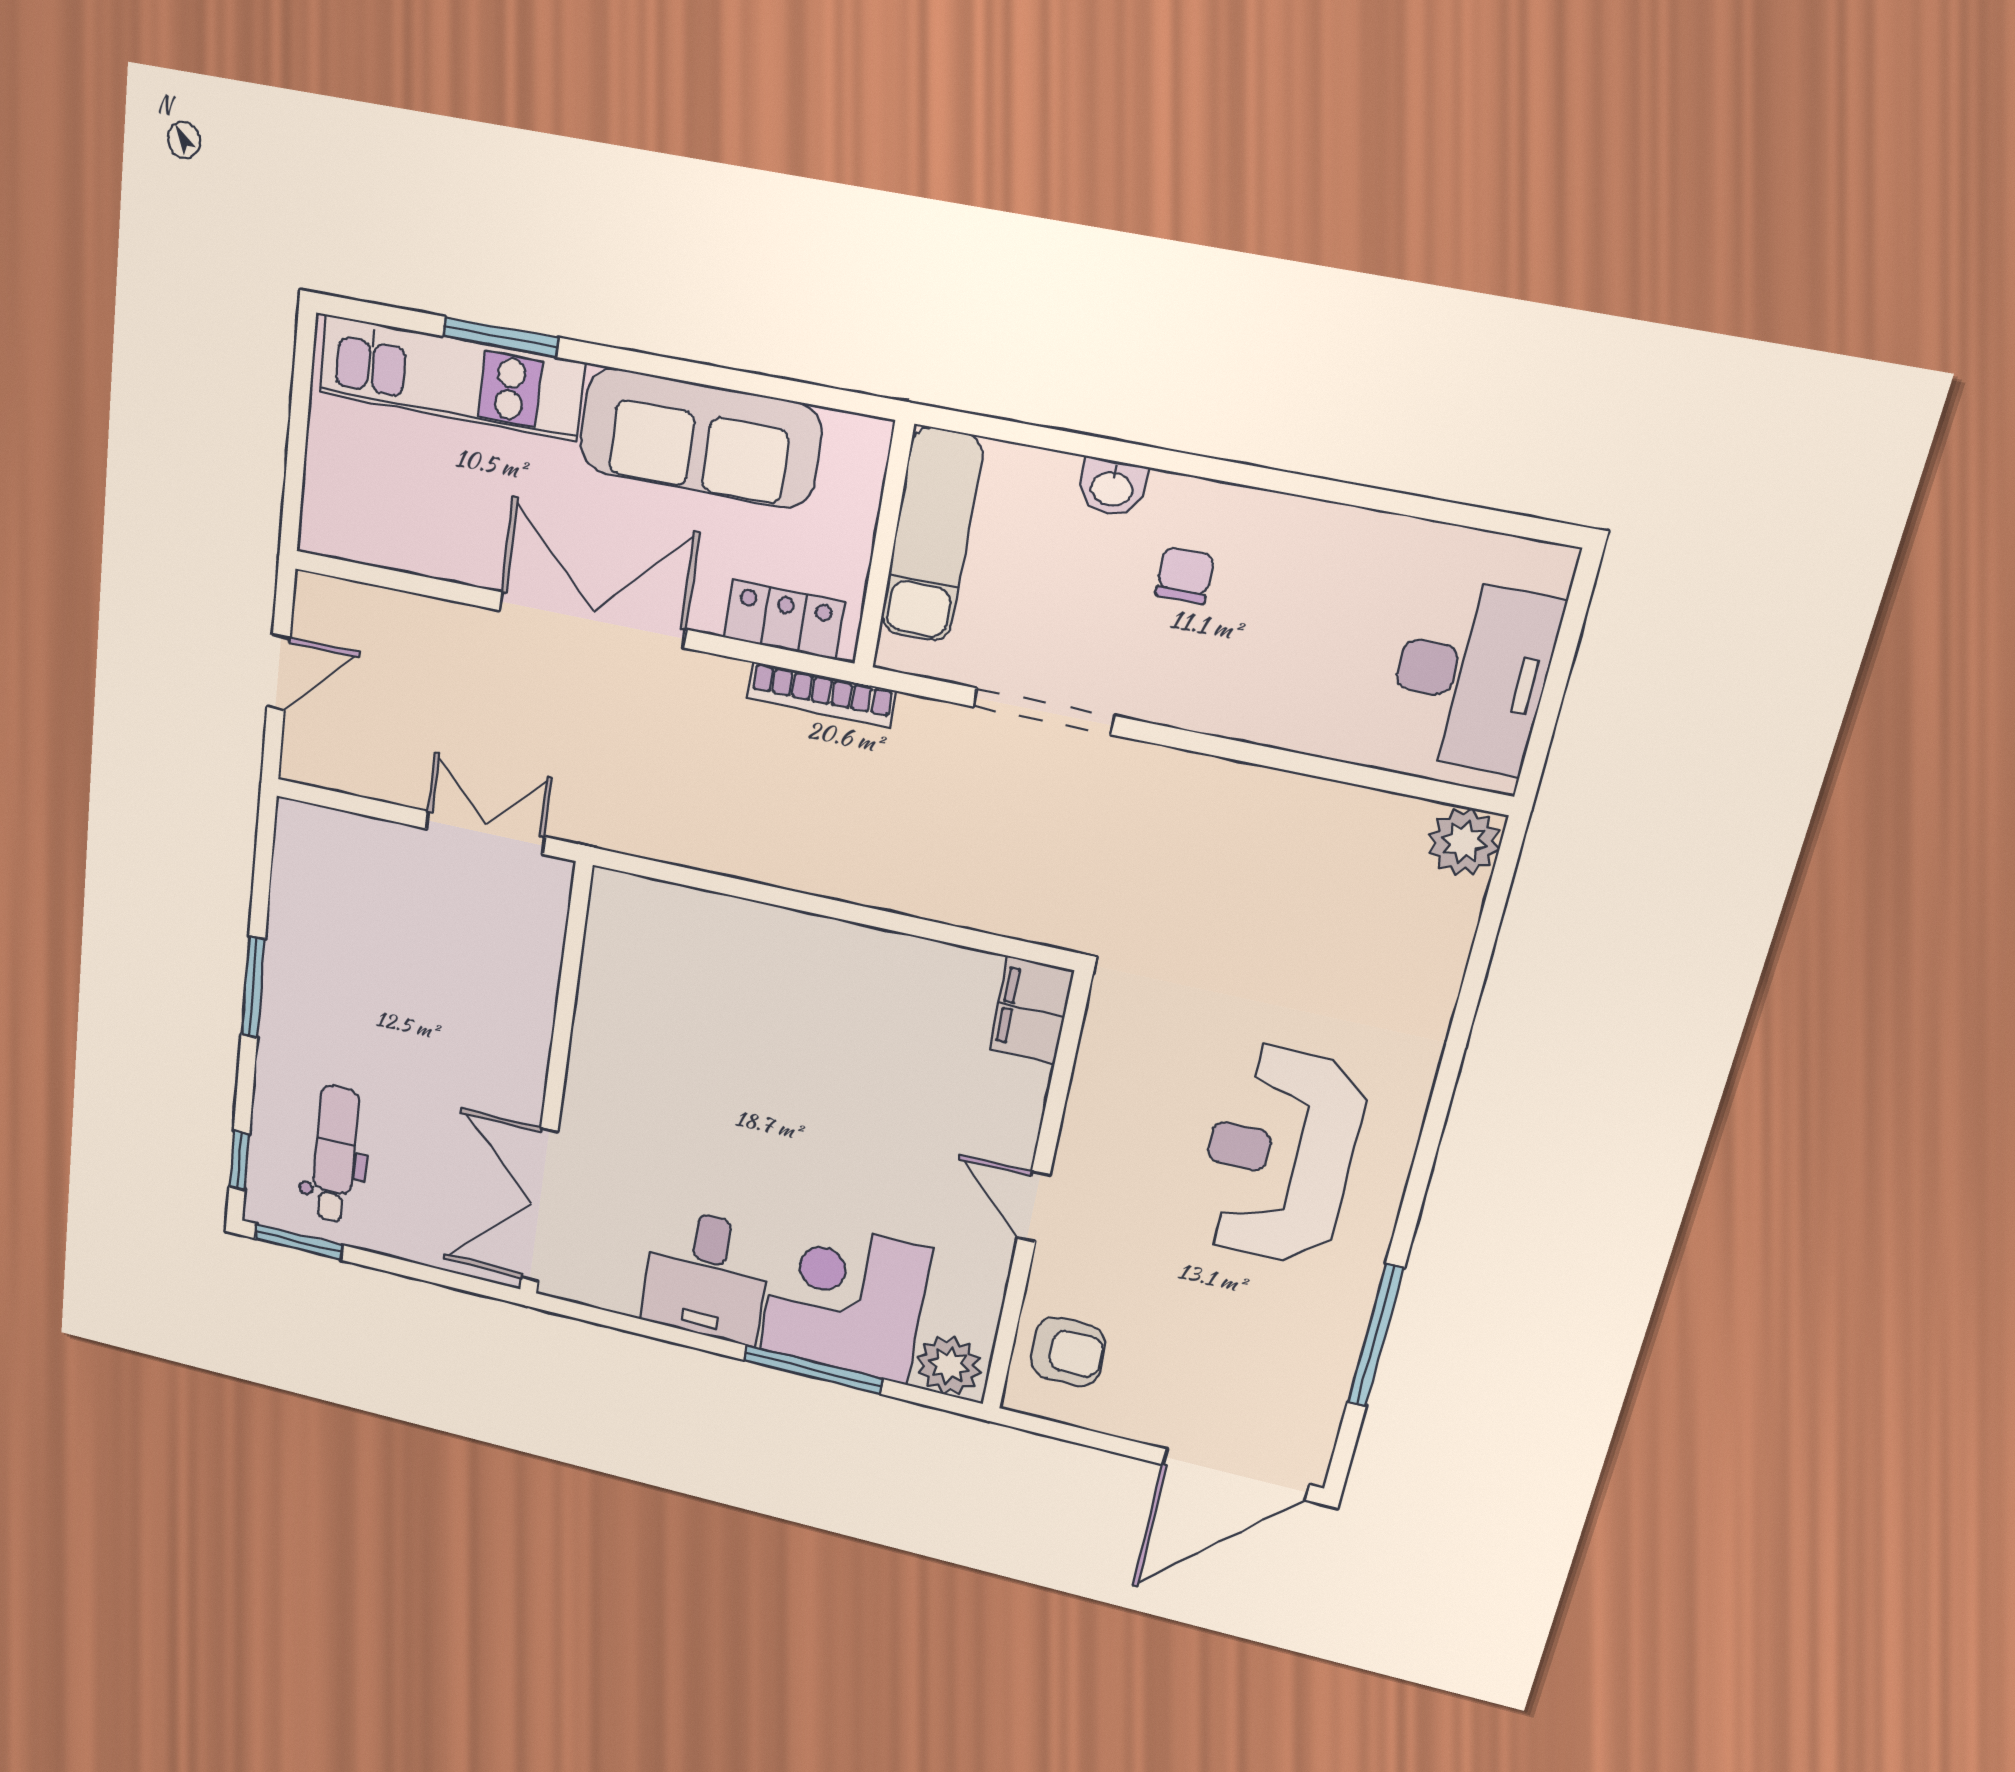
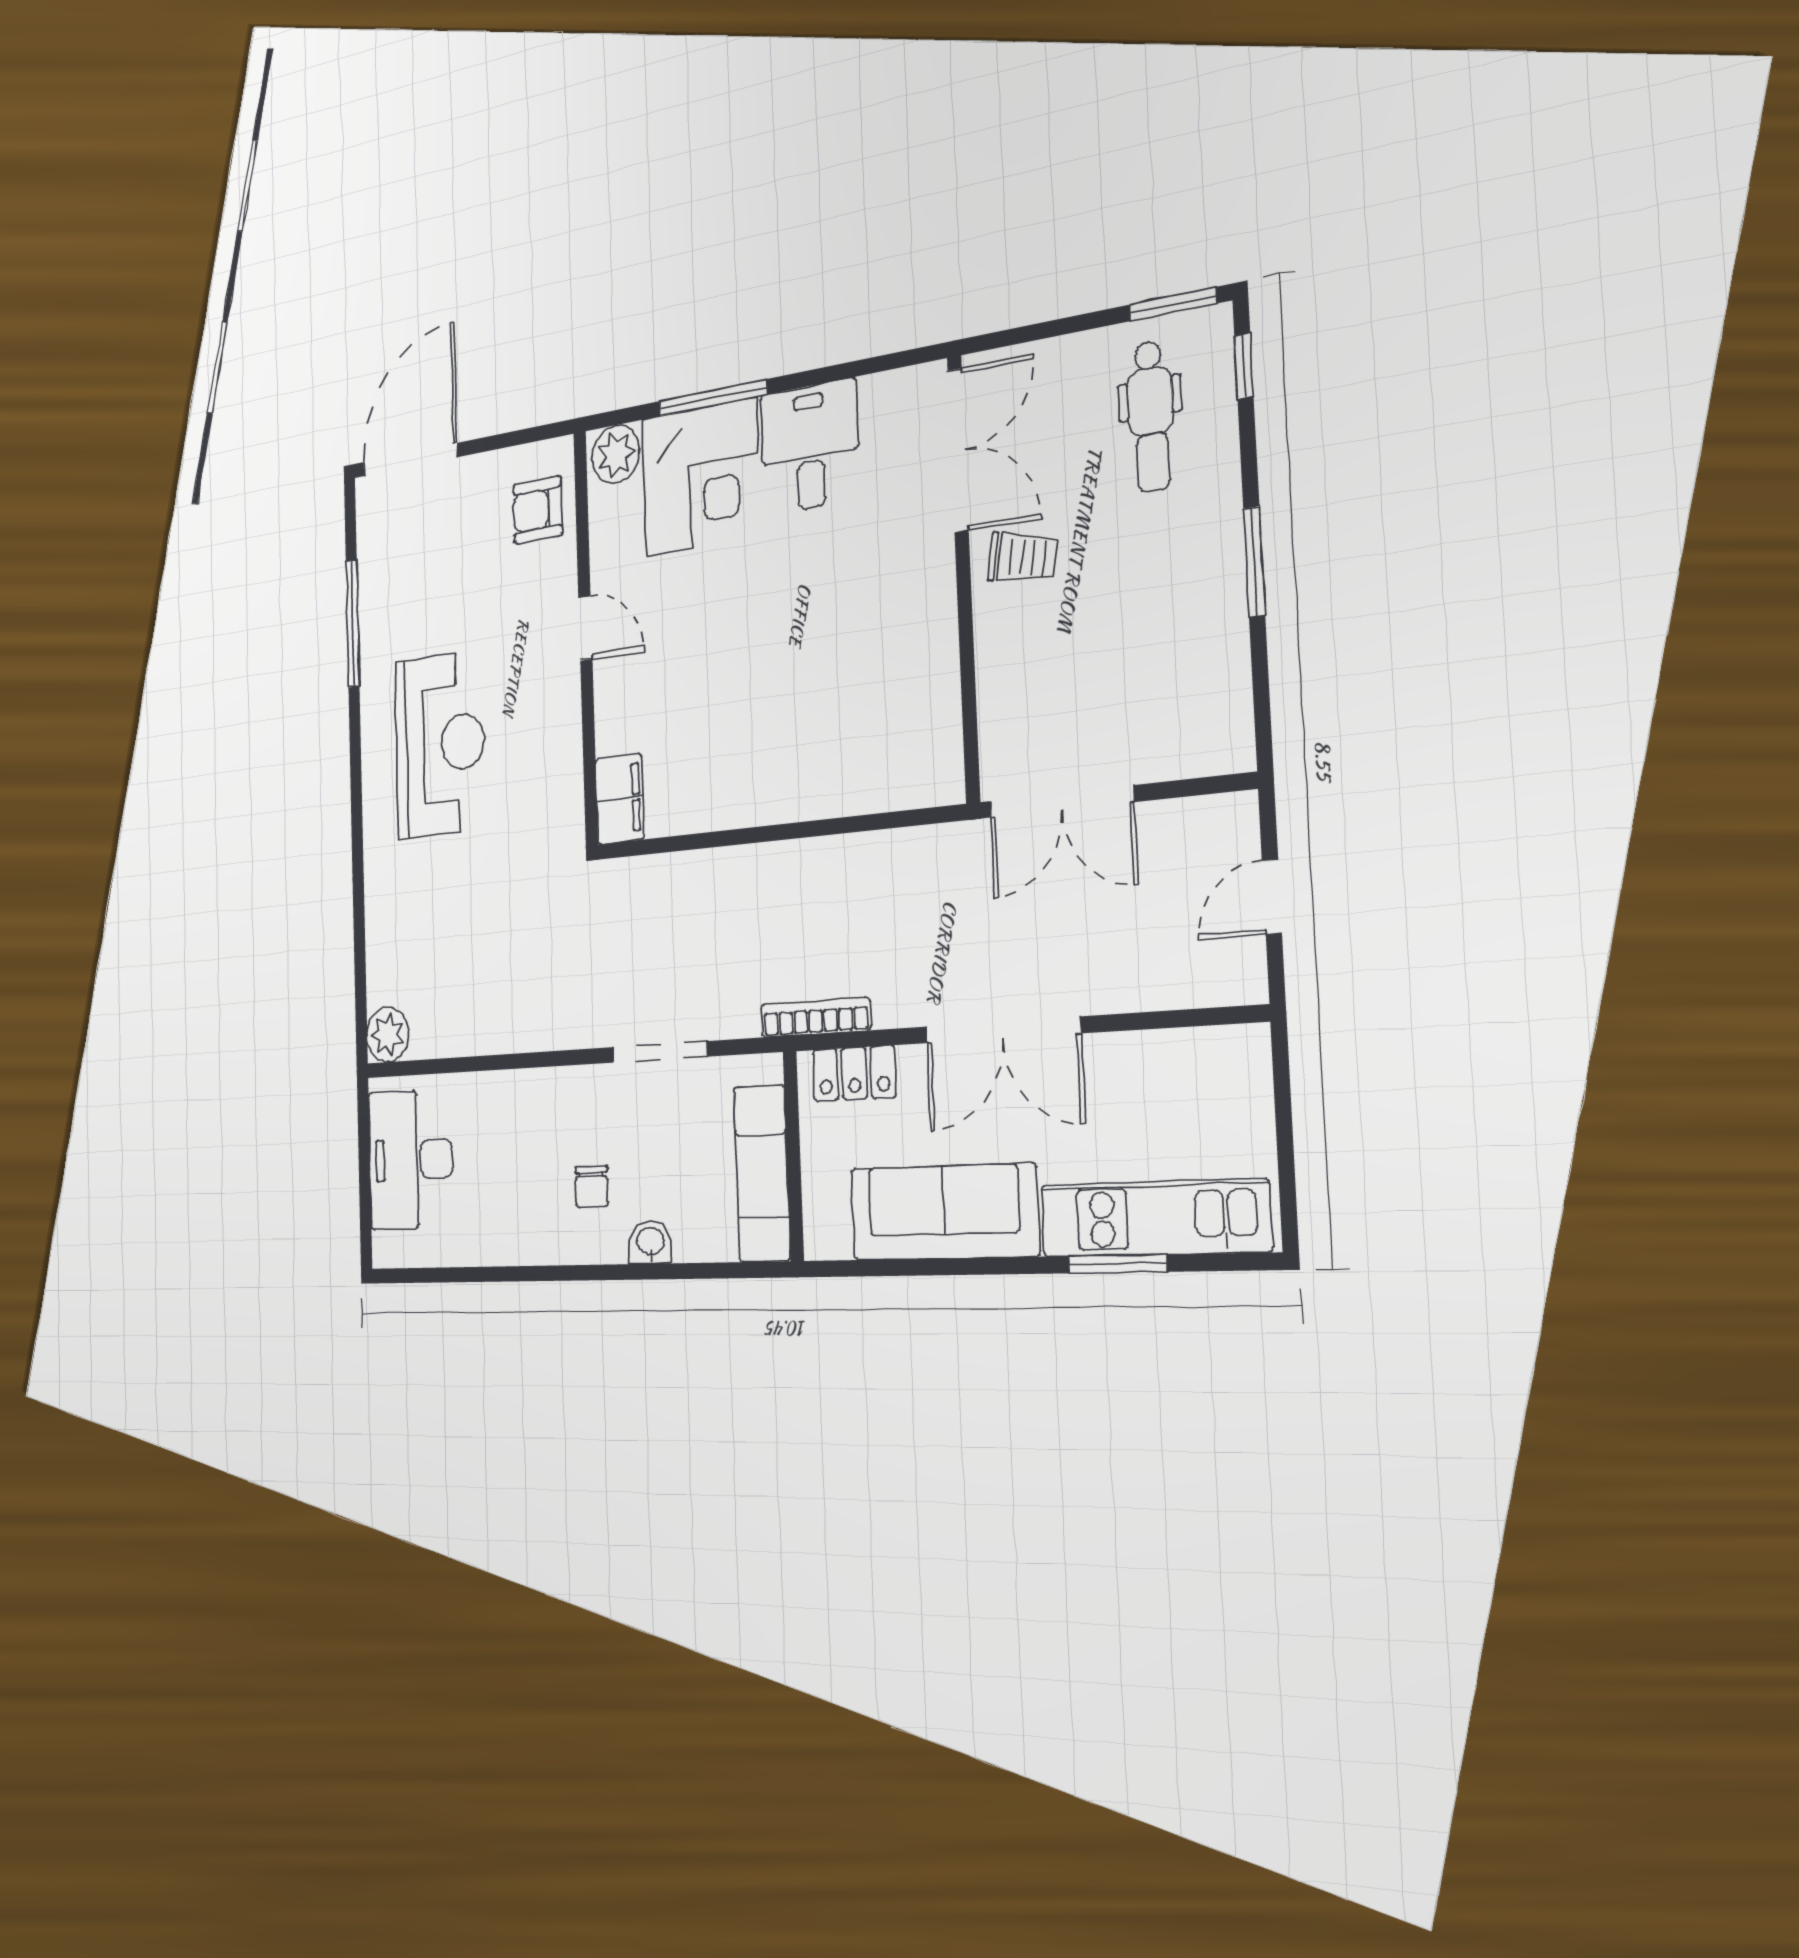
double door: (485, 833) -> (1061, 802), width x1.37
trolley: (487, 1080) -> (1023, 557), added

